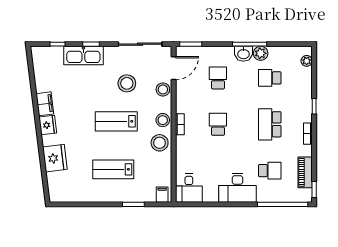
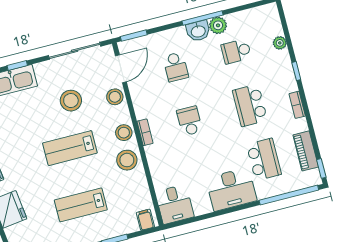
plant: (307, 61) -> (280, 43), moved
school desk: (218, 78) -> (176, 67), turned 180
school desk: (270, 171) -> (264, 159), width x1.85

